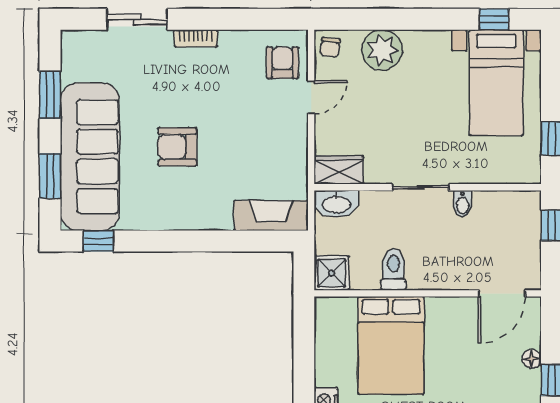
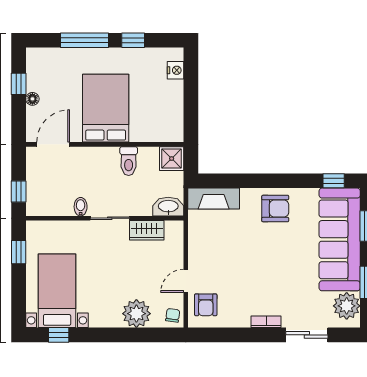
plant: (80, 61) -> (347, 306), added
armchair: (177, 147) -> (275, 209), moved
wardrobe: (339, 170) -> (147, 230), moved
bed: (391, 345) -> (106, 108), moved

